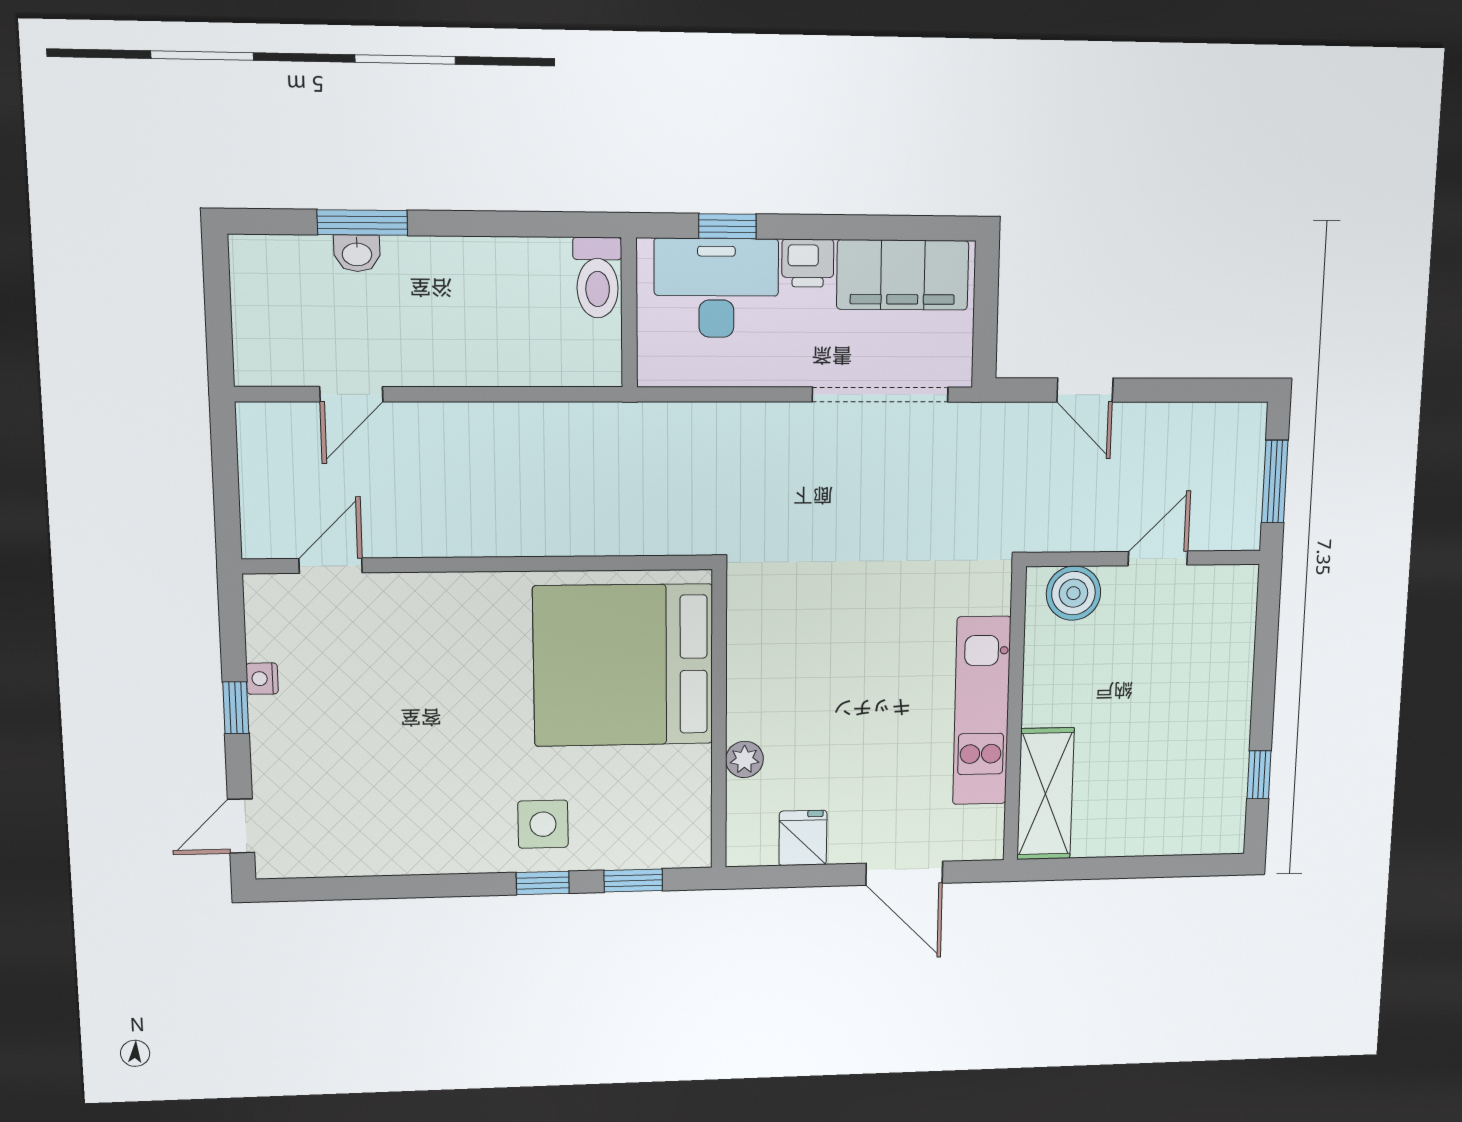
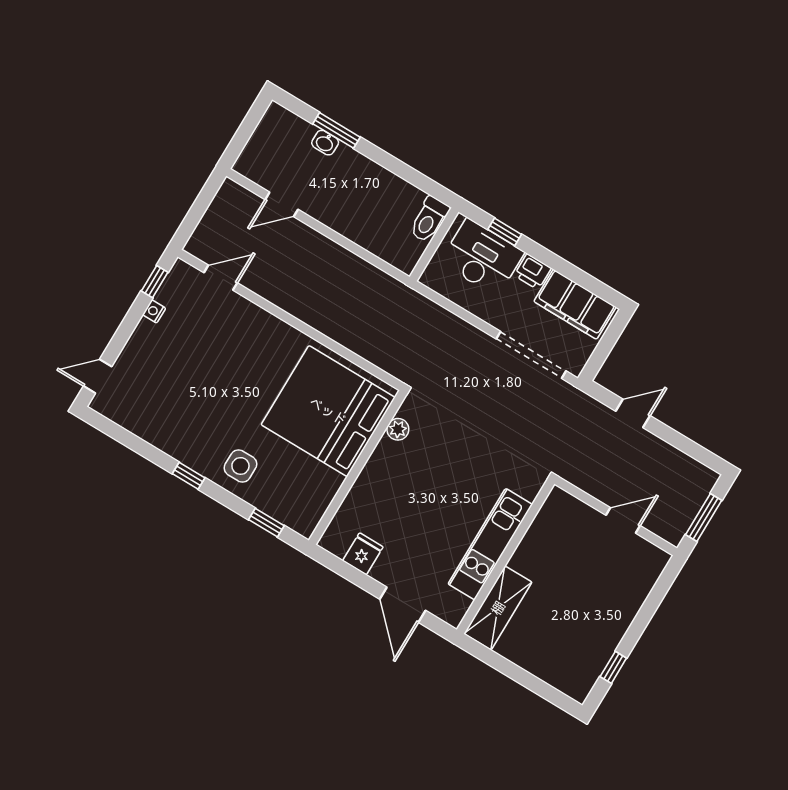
door: (1085, 390) -> (633, 413), swing flipped
boiler: (1073, 593) -> (570, 512), removed
window: (236, 708) -> (155, 282), moved
plant: (744, 759) -> (398, 429), moved
window: (543, 883) -> (189, 476), moved

